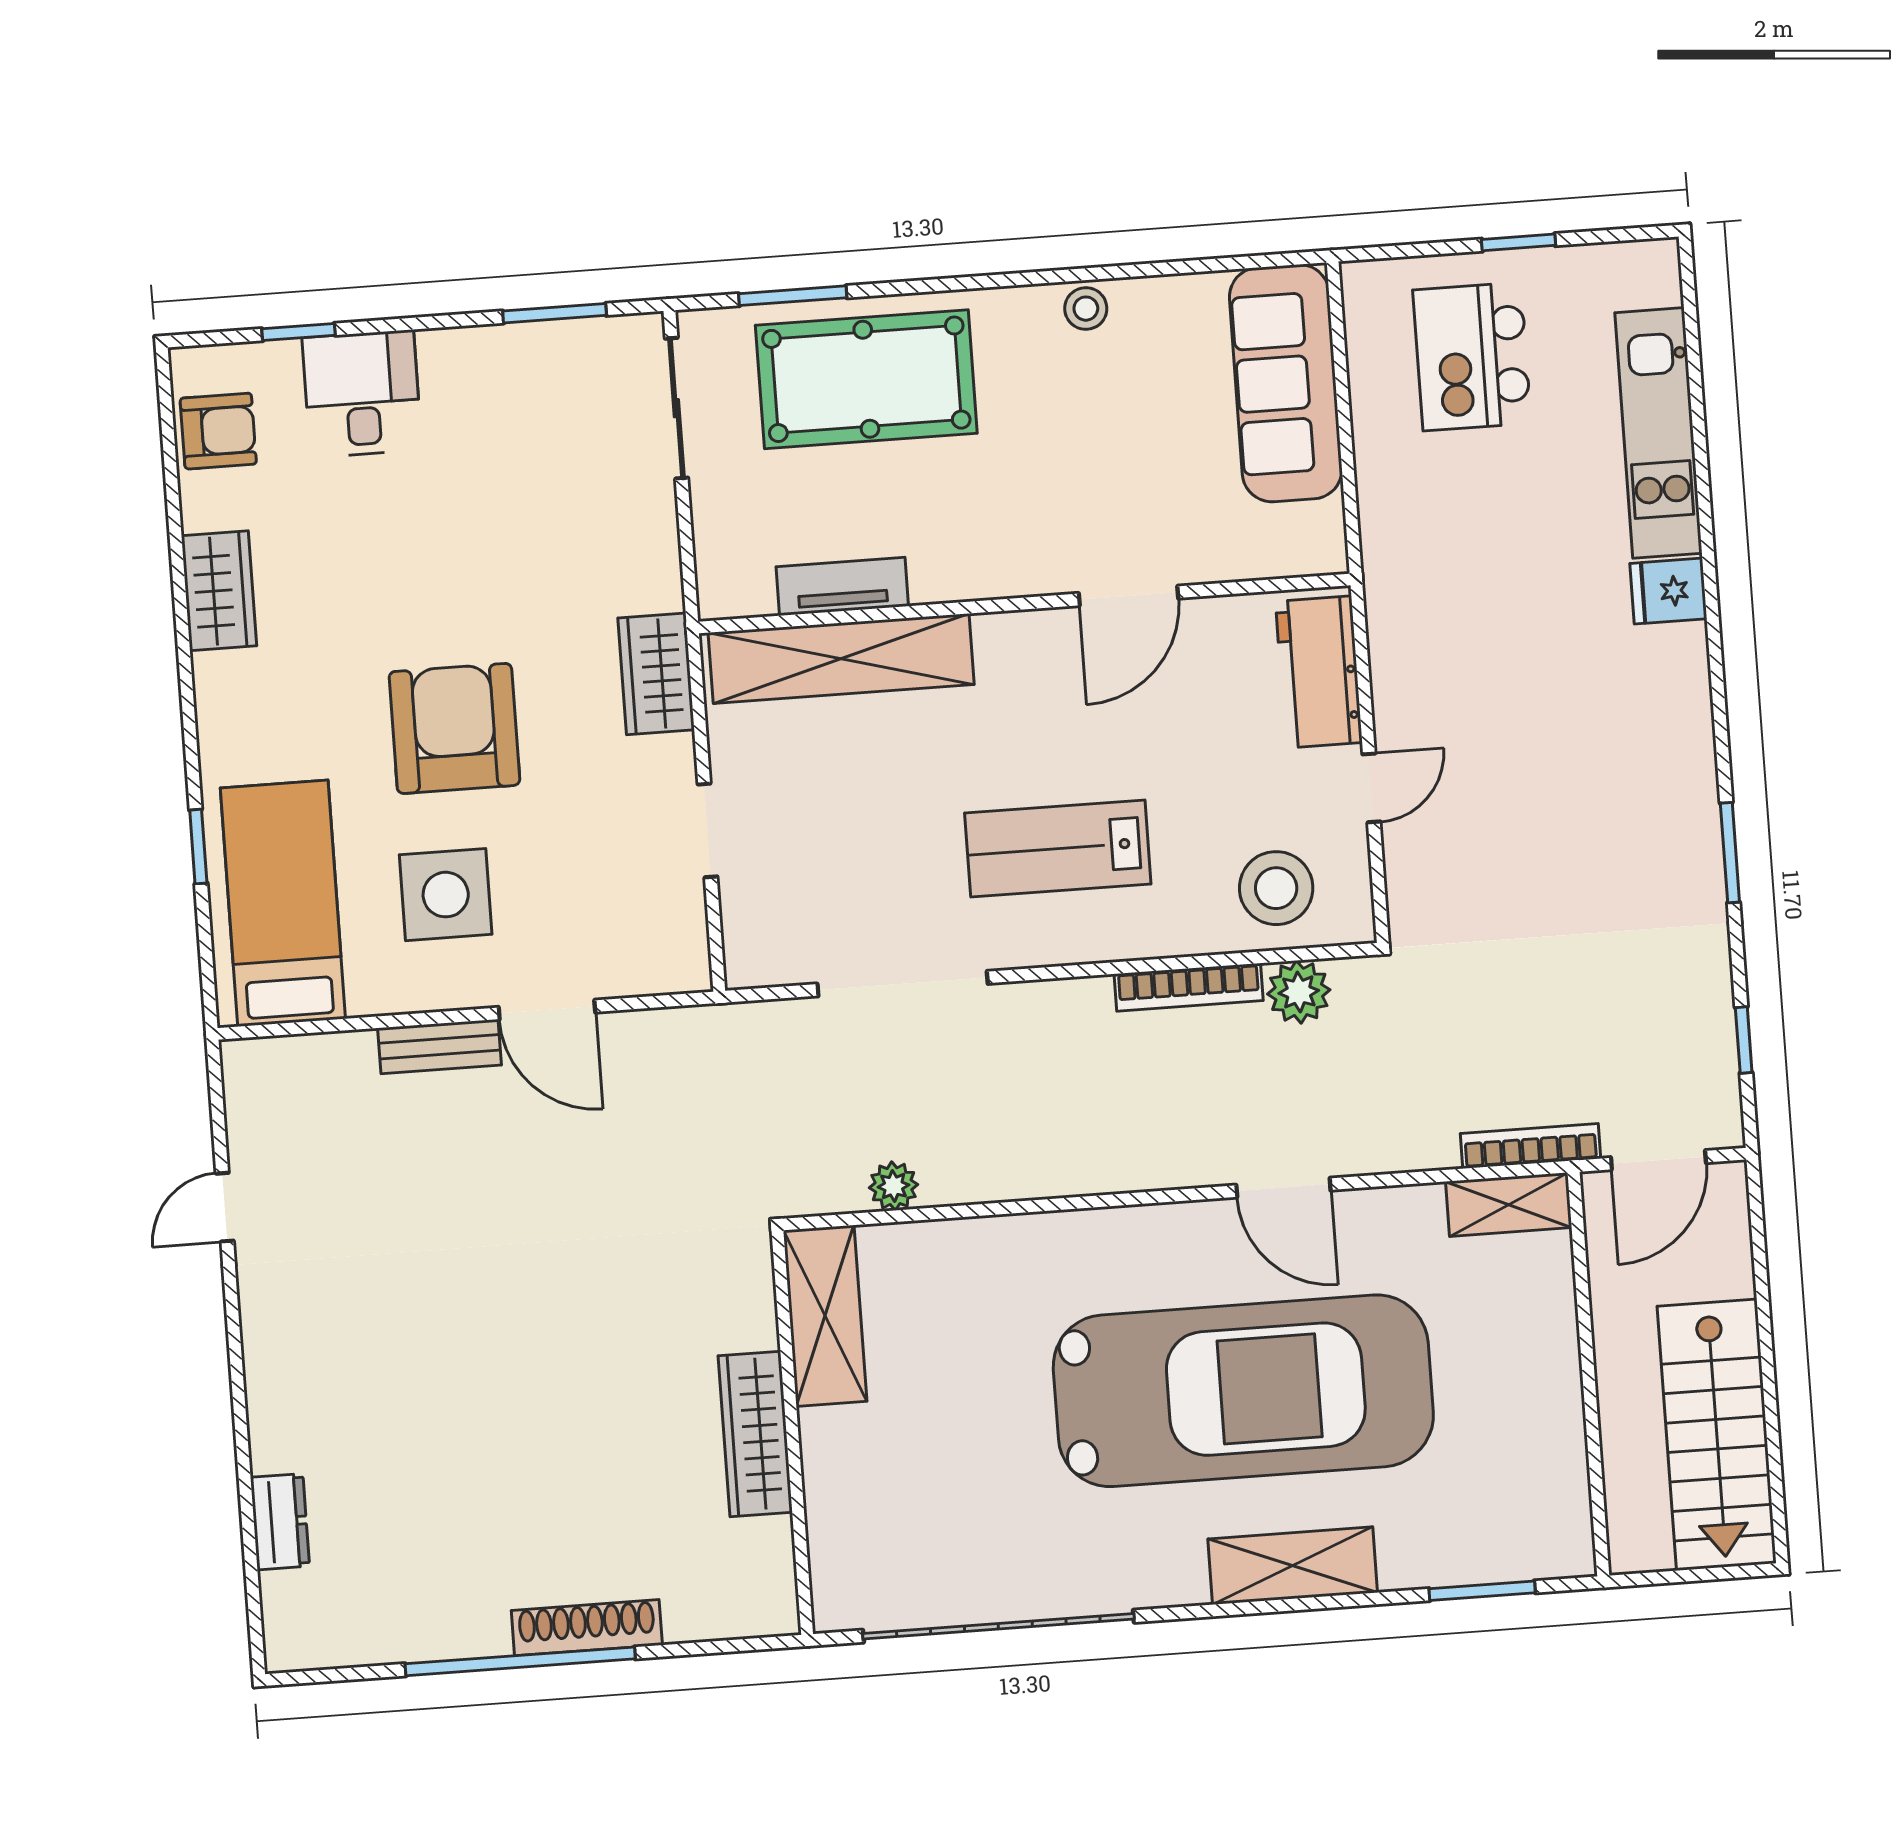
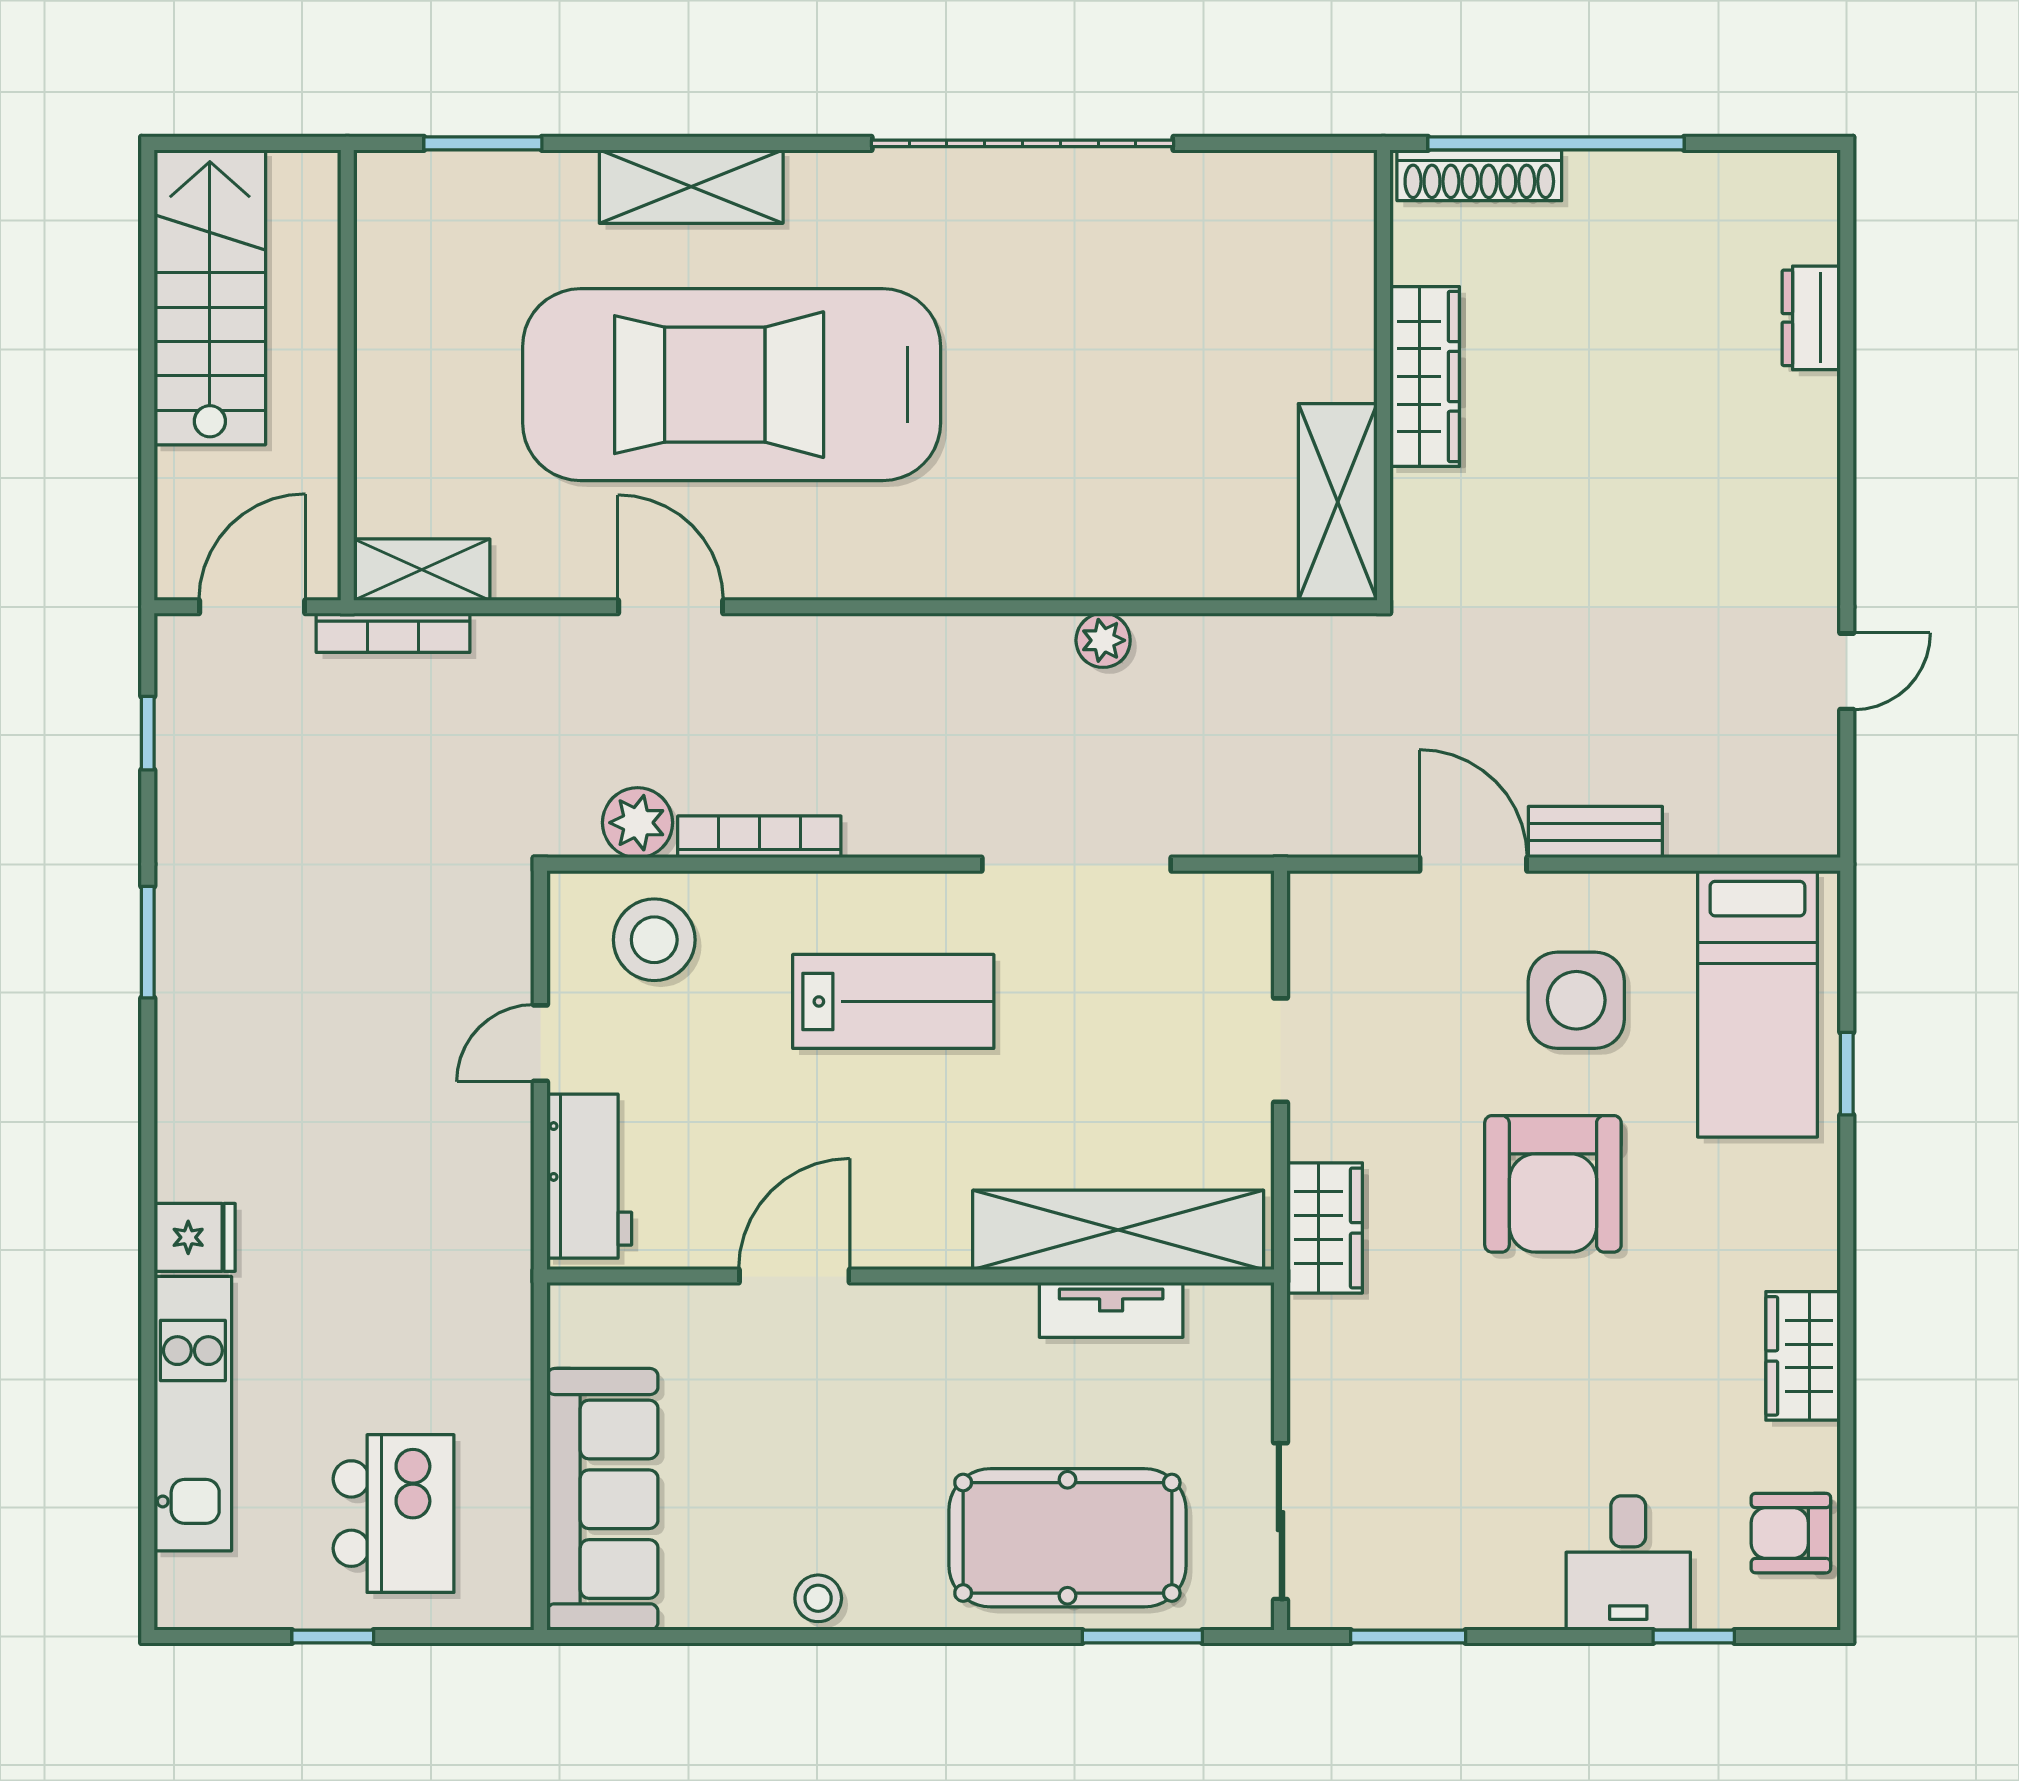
shelving: (825, 1316) -> (1338, 502), moved
wall: (792, 1433) -> (1383, 375), moved
wardrobe: (755, 1434) -> (1425, 376), moved

